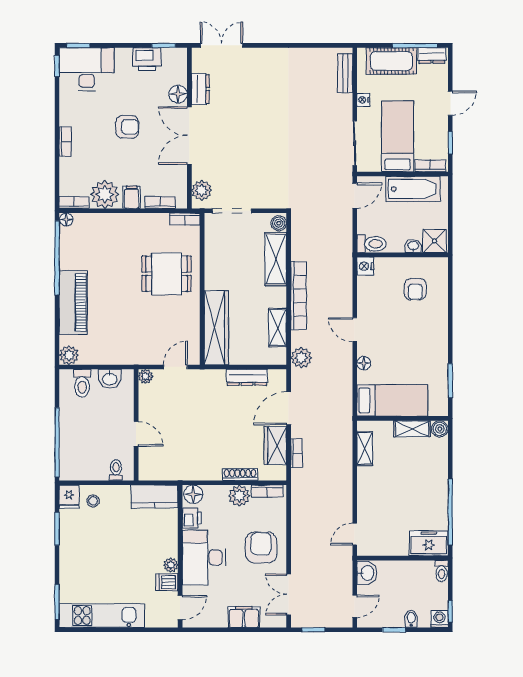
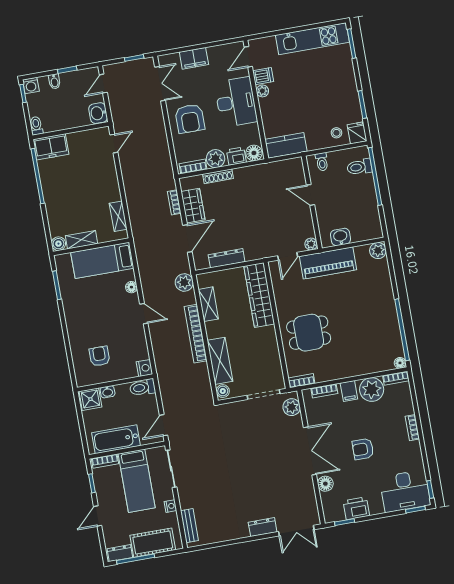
dresser: (200, 89) -> (263, 527), moved, turned 90
piano: (73, 302) -> (328, 263), moved, turned -90
toilet: (82, 383) -> (359, 167), moved, turned -90
printer: (192, 518) -> (236, 156), moved, turned 90

